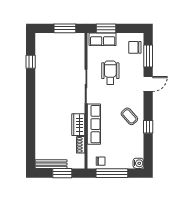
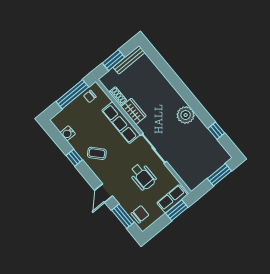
window: (65, 28) -> (219, 175), moved
plant: (43, 91) -> (186, 115), added
water cooler: (138, 163) -> (68, 133), moved

